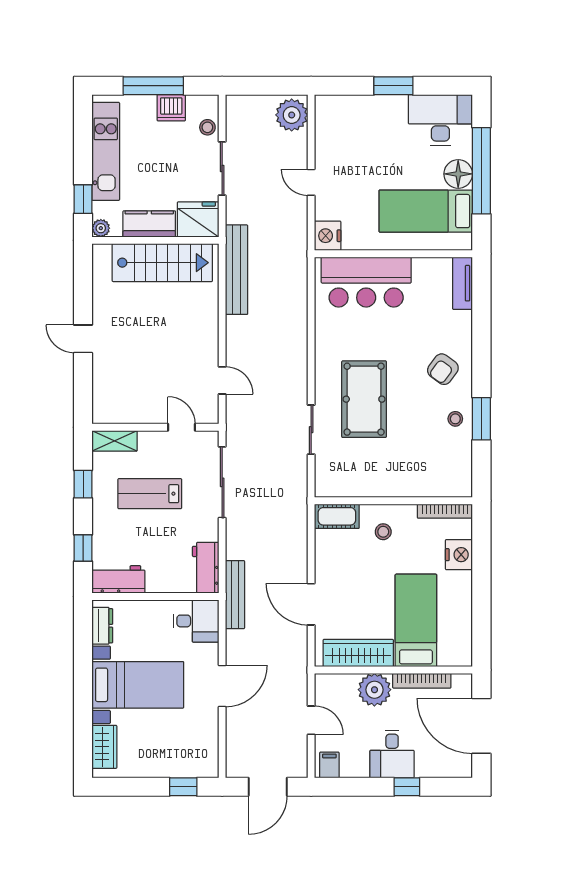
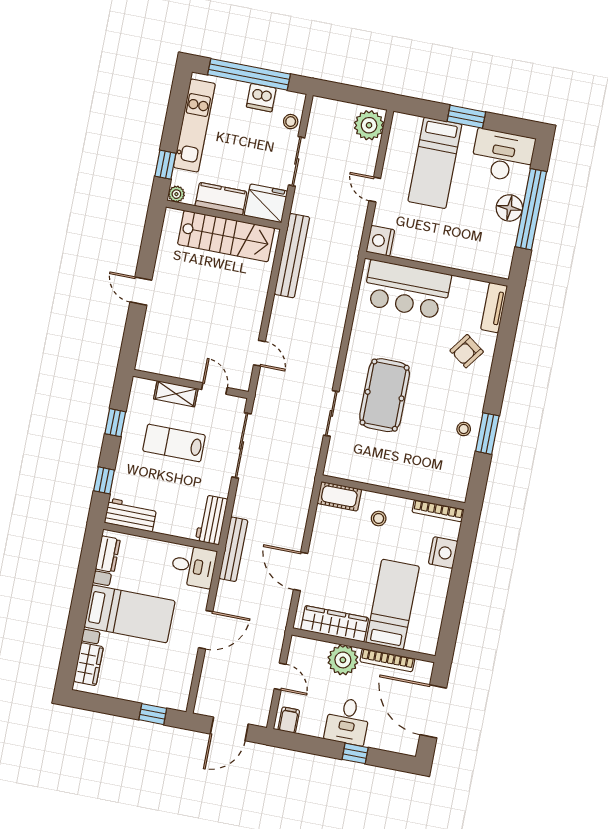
window: (153, 86) -> (249, 74), width x1.46
bed: (426, 211) -> (435, 163), moved, turned -90
armchair: (443, 369) -> (467, 351), moved
shelving: (115, 441) -> (176, 394), moved

